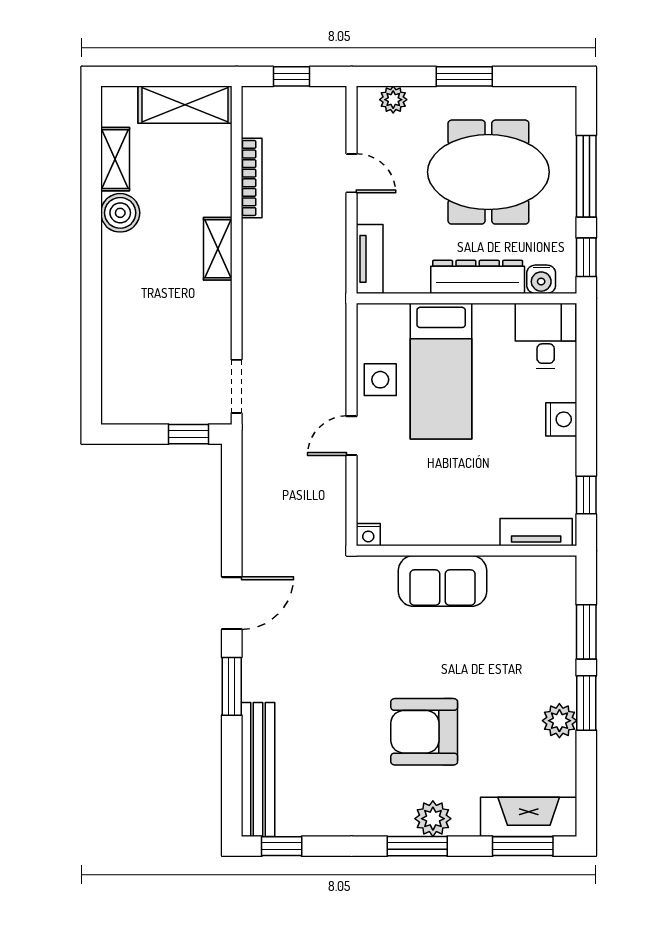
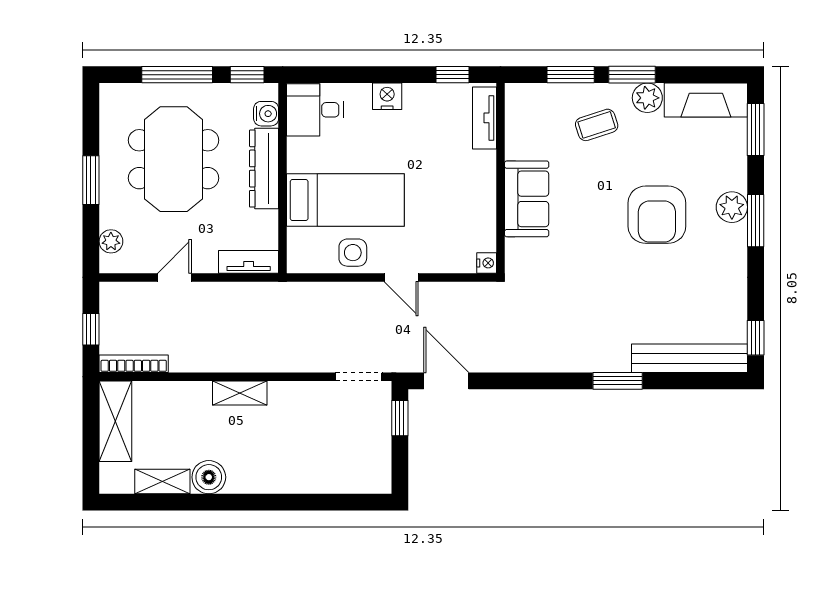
bookcase: (252, 178) -> (134, 364), moved
door: (232, 603) -> (446, 381), moved
coffee table: (528, 662) -> (597, 125), added
fireplace: (529, 817) -> (706, 100), moved, turned -90

